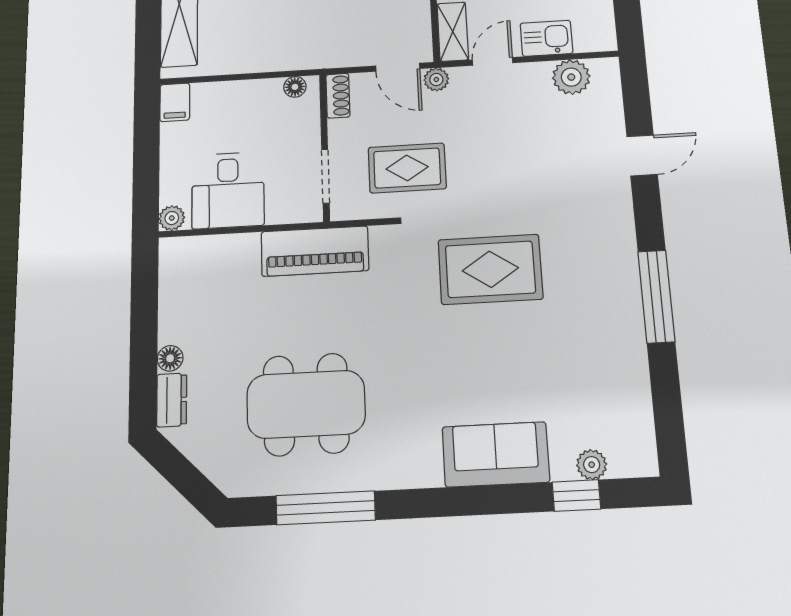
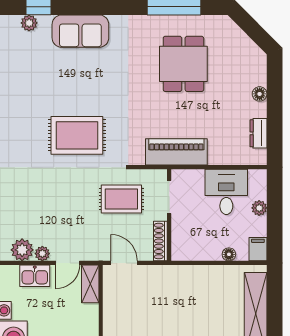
plant: (436, 79) -> (42, 254), moved
floor lamp: (295, 87) -> (229, 254), moved
shoe rack: (338, 96) -> (160, 241), width x1.43
plant: (172, 218) -> (259, 208), moved
dresser: (172, 400) -> (258, 133), moved
dining table: (306, 404) -> (183, 64), width x0.73

